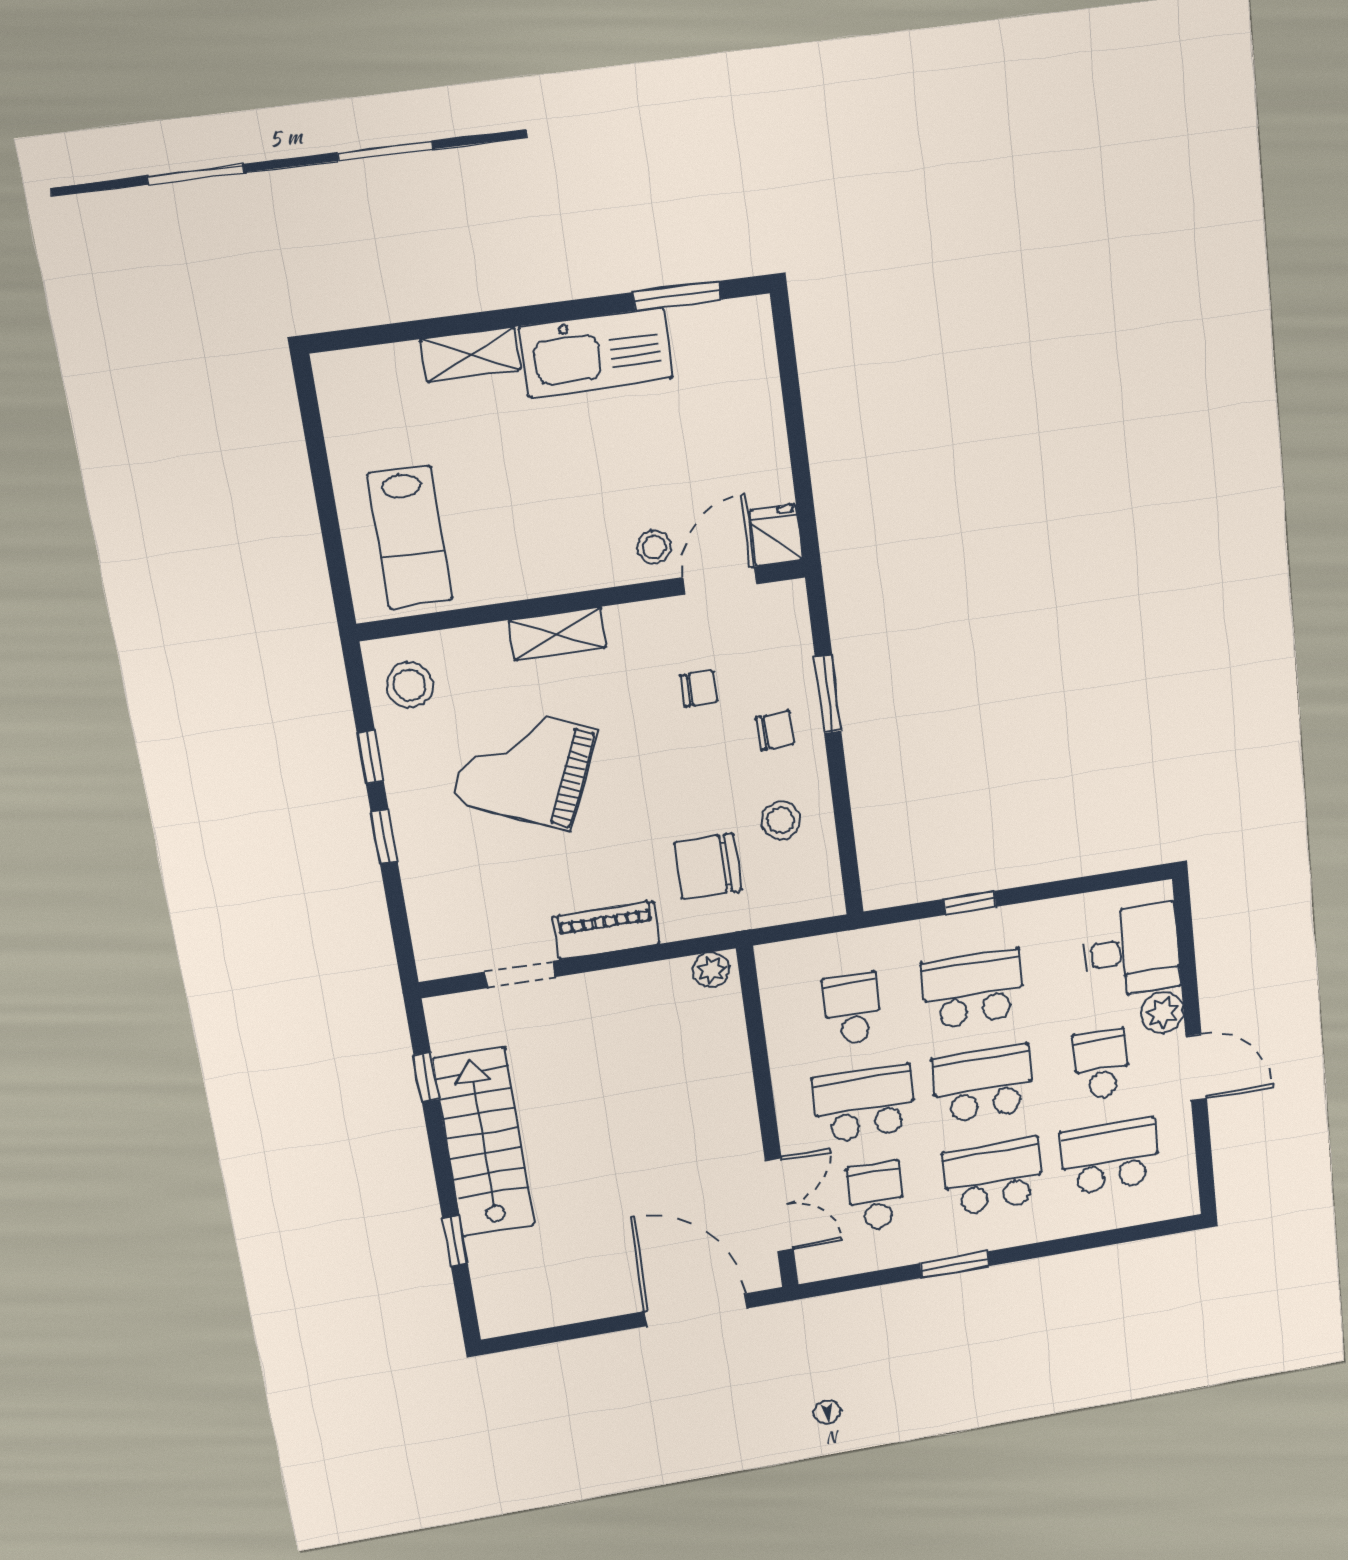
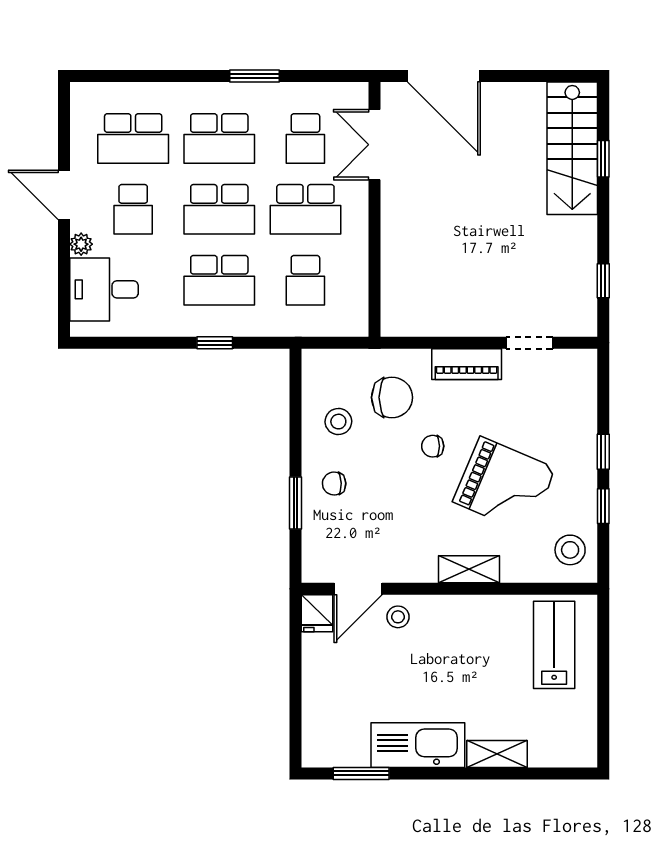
chair: (699, 689) -> (433, 446), moved
plant: (711, 970) -> (400, 324), removed
plant: (1162, 1013) -> (81, 244), width x0.73, depth x0.73
stairs: (484, 1143) -> (572, 148), moved

